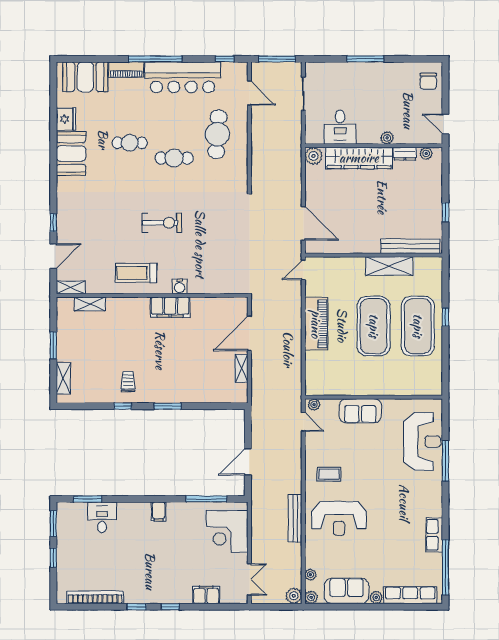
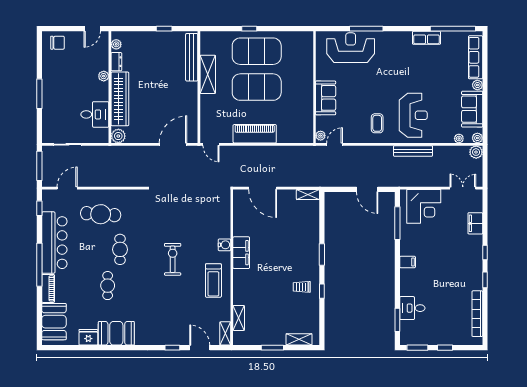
shelving: (242, 368) -> (308, 195), moved

